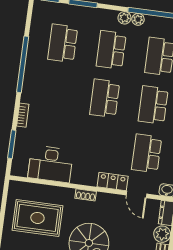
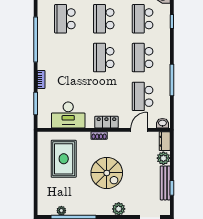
locker: (113, 181) -> (106, 122), moved
door: (136, 195) -> (139, 130), swing flipped
rug: (37, 218) -> (64, 159), turned 90

